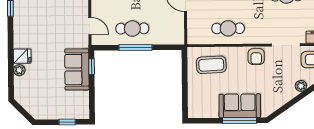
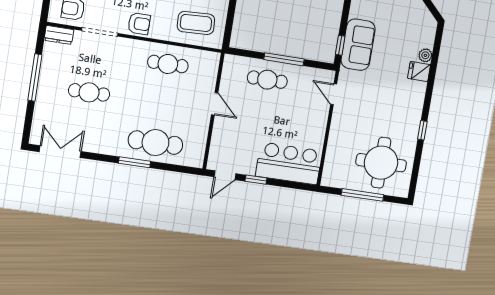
cafe table: (132, 29) -> (267, 80), moved
armchair: (256, 57) -> (139, 24), turned 90

